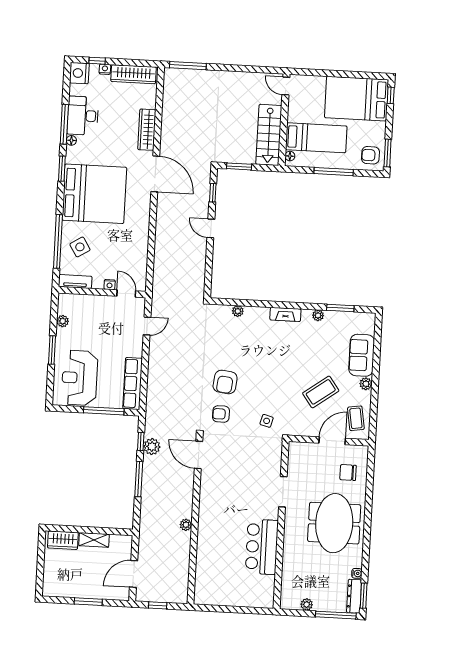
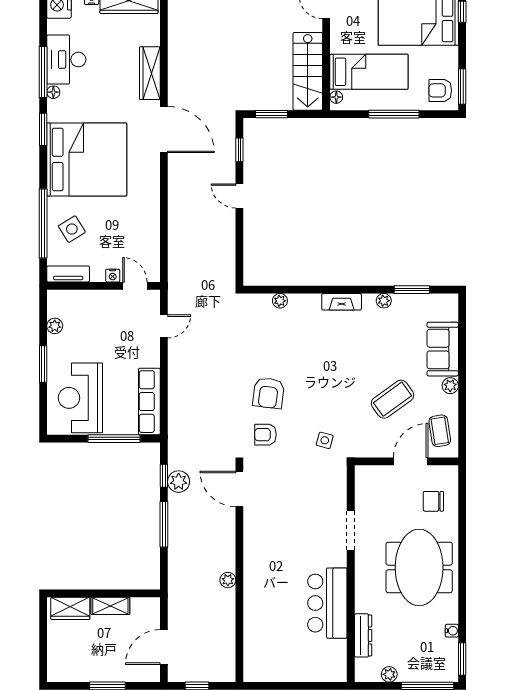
dresser: (354, 596) -> (363, 635), moved, turned 180

